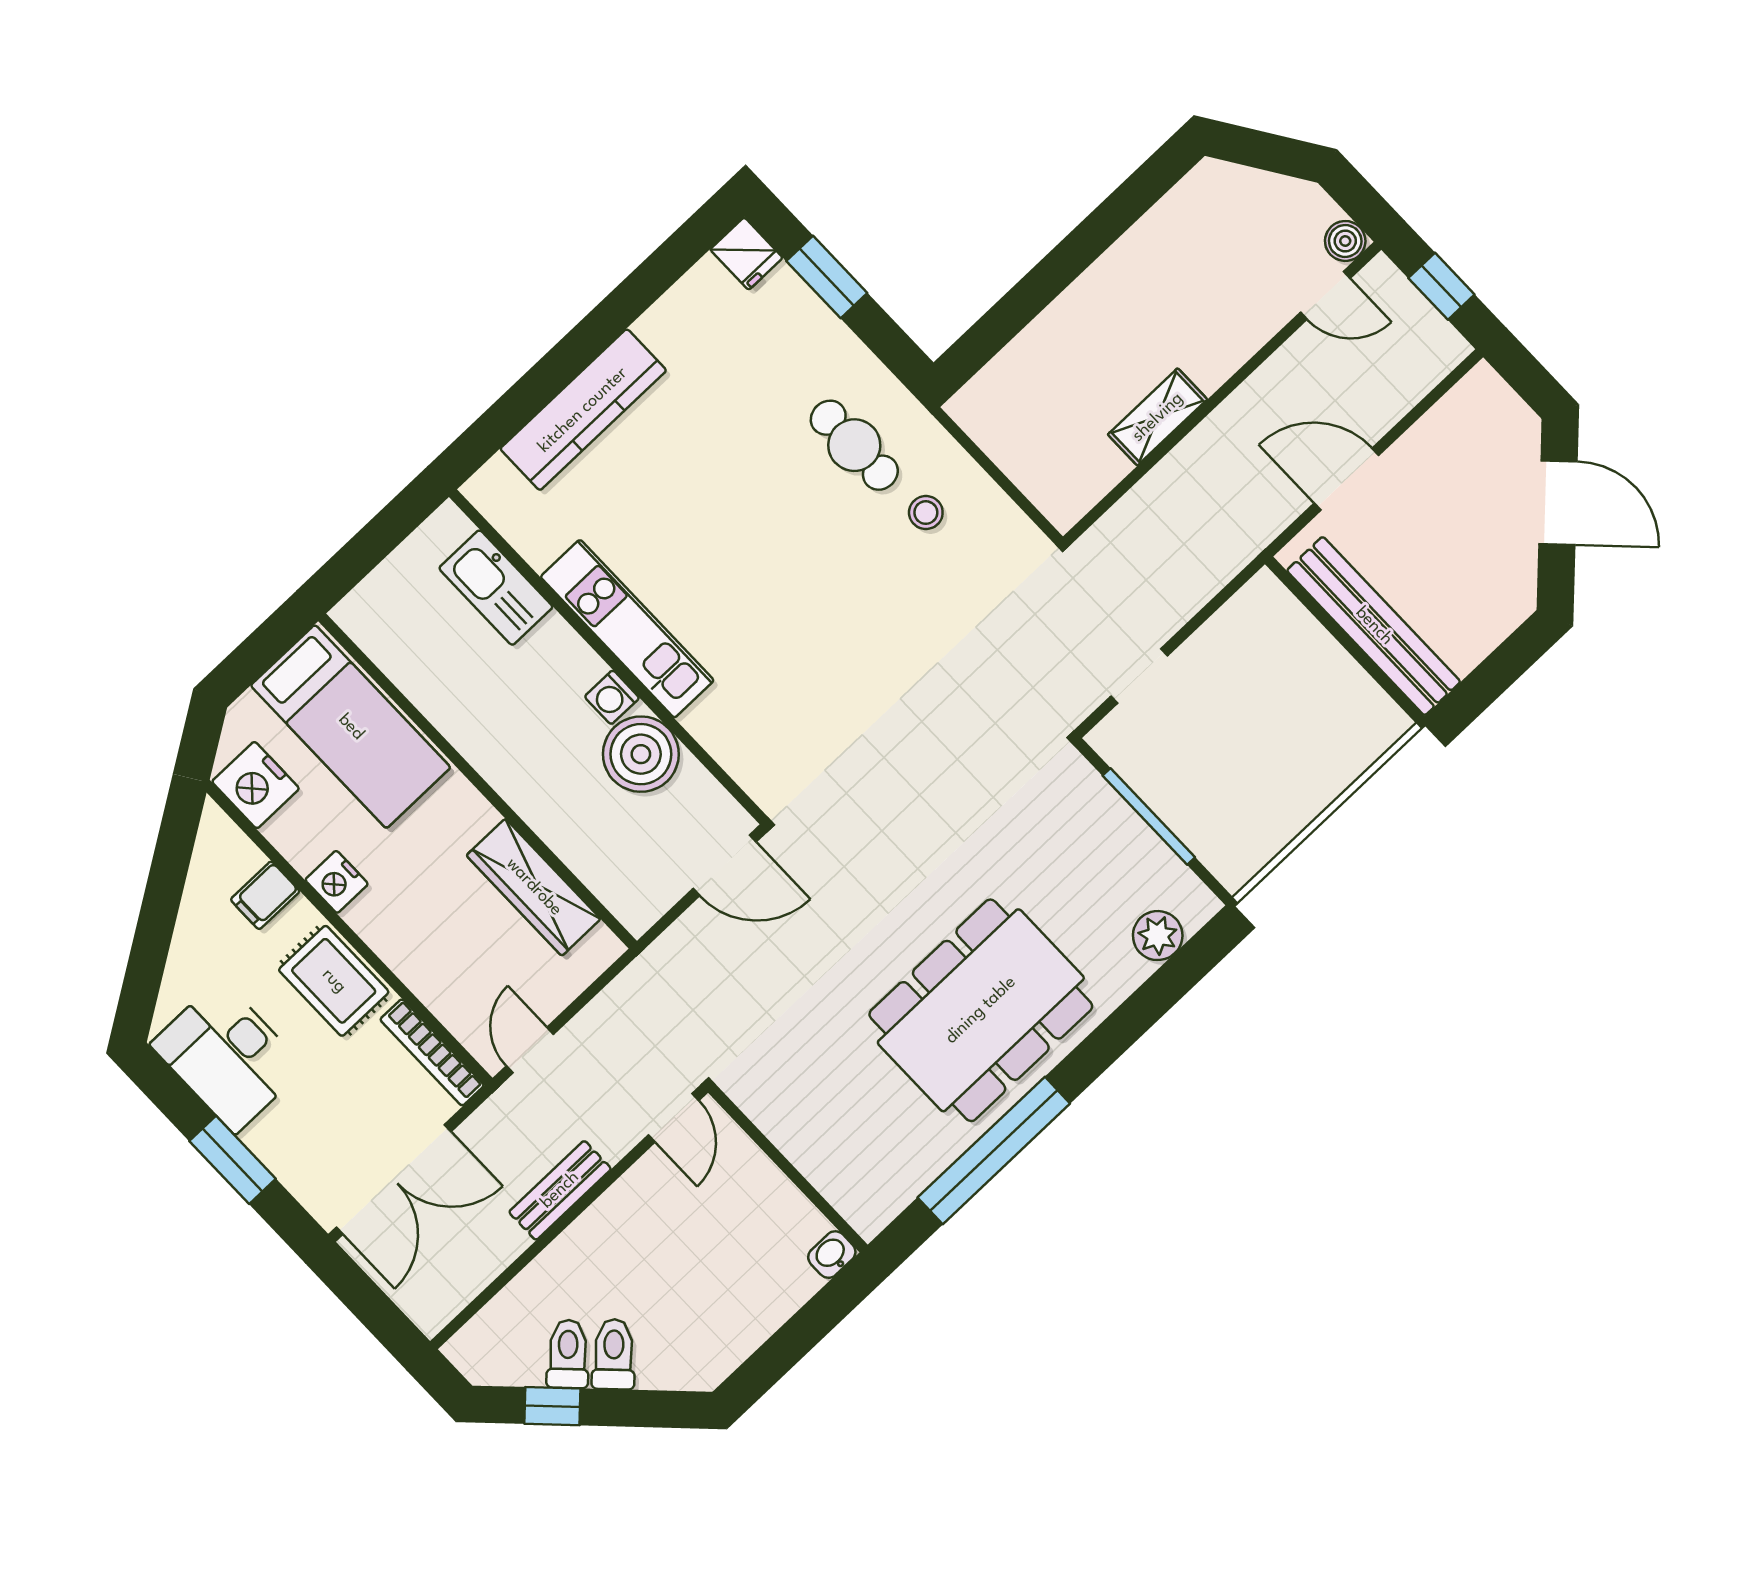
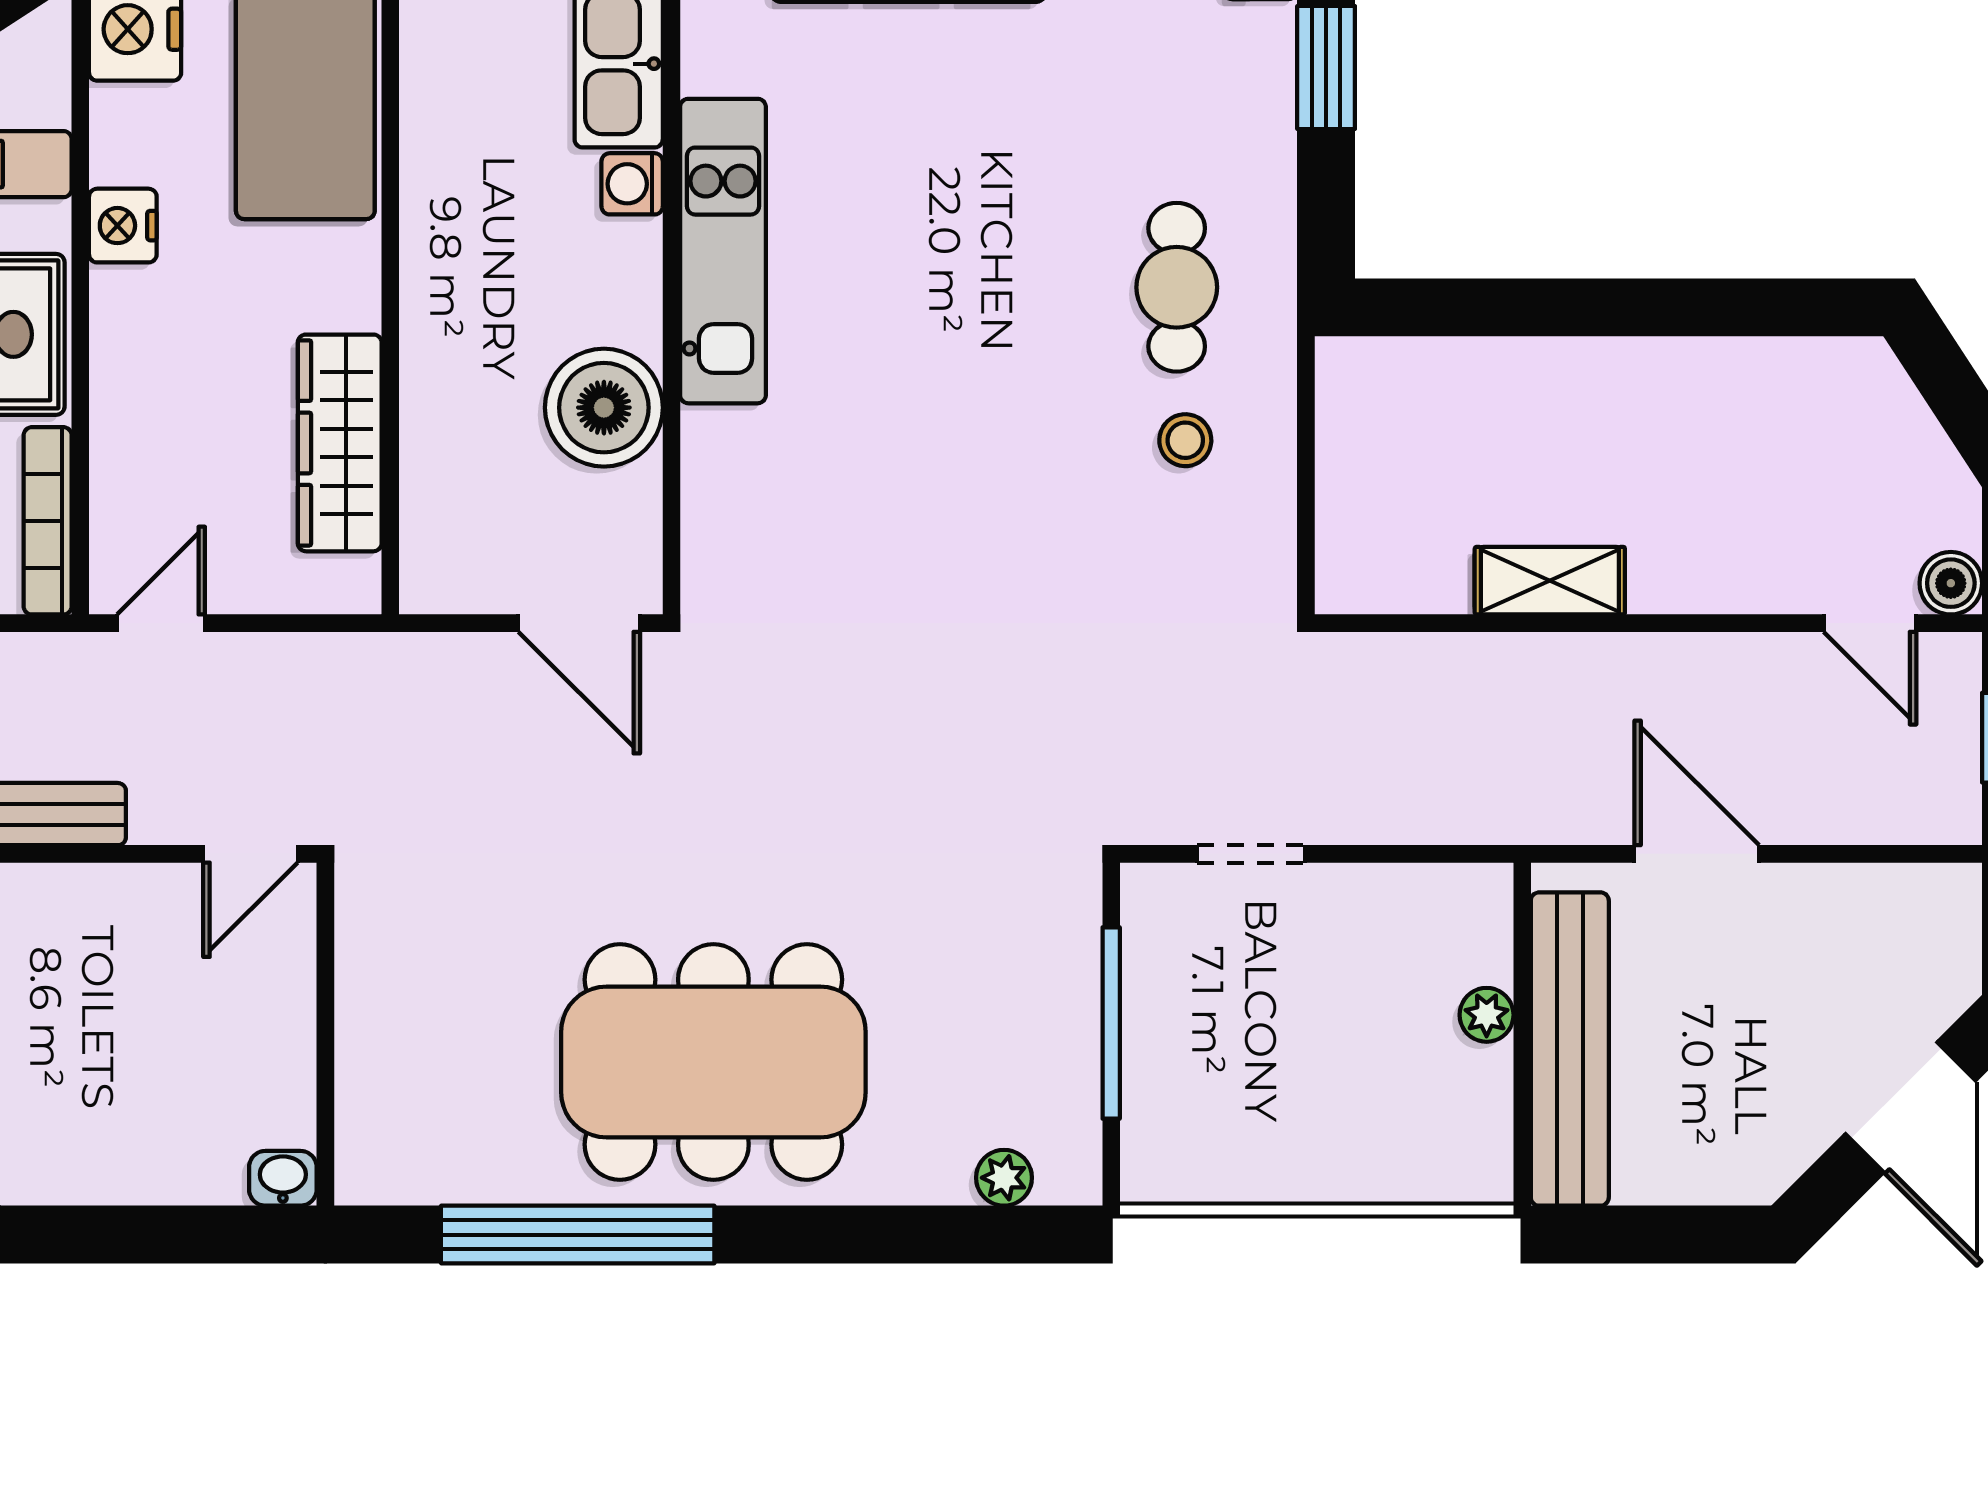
plant: (1320, 647) -> (1487, 1015), added
washing machine: (612, 697) -> (632, 184), moved
plant: (1158, 936) -> (1004, 1178), width x0.73, depth x0.73

